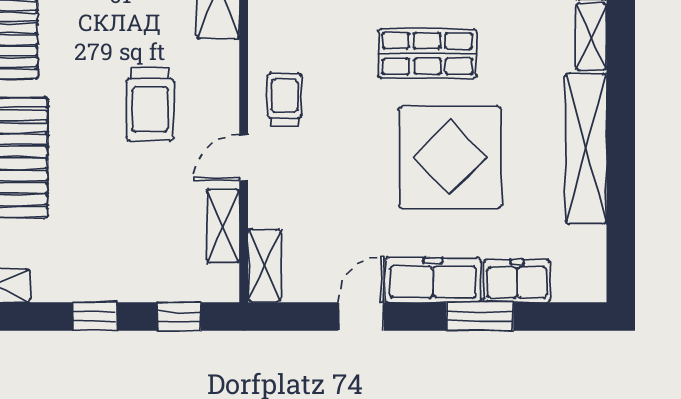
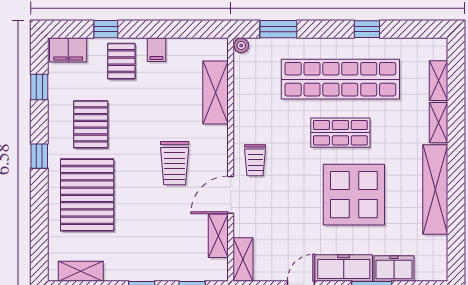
trolley: (284, 99) -> (255, 160), turned 180
door: (244, 158) -> (231, 195), width x1.38

